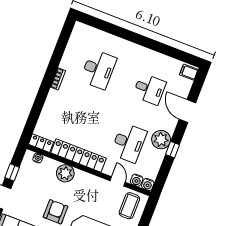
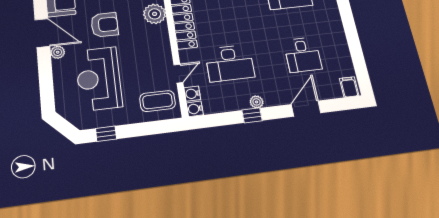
plant: (161, 140) -> (257, 102), width x0.53, depth x0.53

